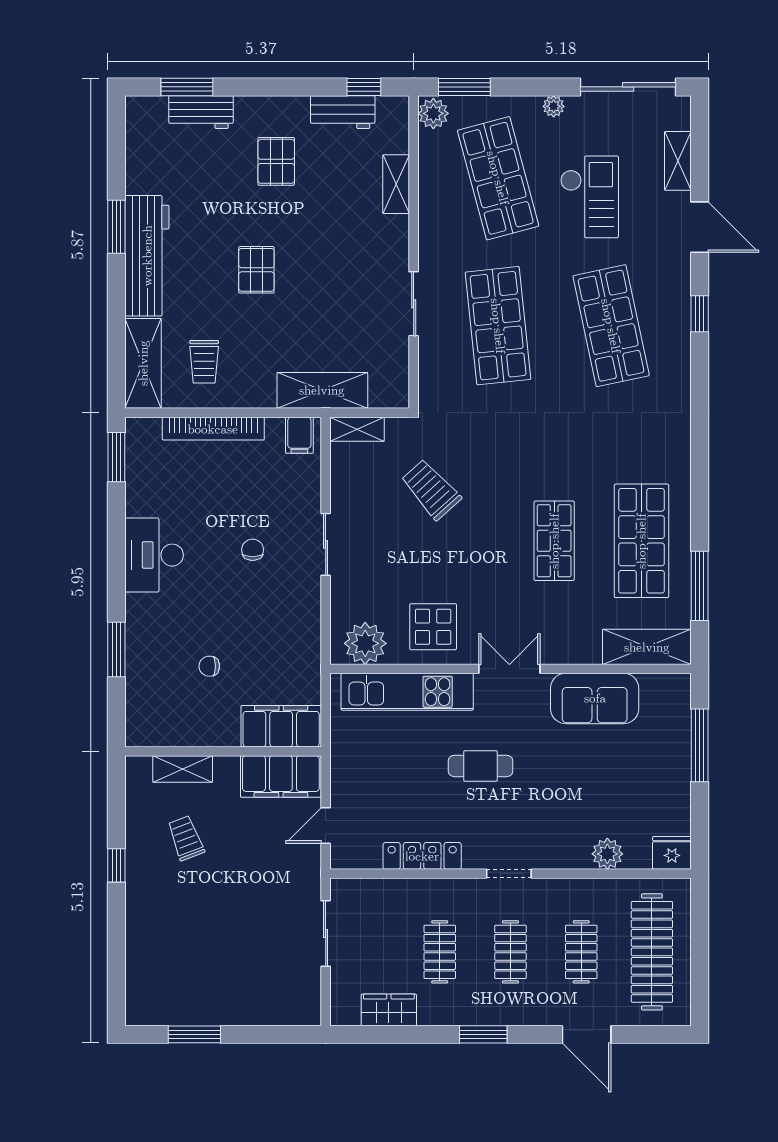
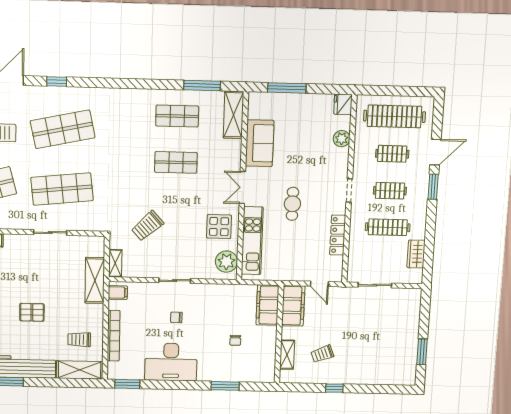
trolley: (204, 362) -> (79, 340), turned 180
shop shelf: (641, 541) -> (177, 116), width x0.70, depth x0.74
desk: (154, 555) -> (171, 362), width x1.36, depth x1.30
clothes rail: (440, 952) -> (388, 227), width x1.36
window: (483, 1034) -> (433, 187), moved

